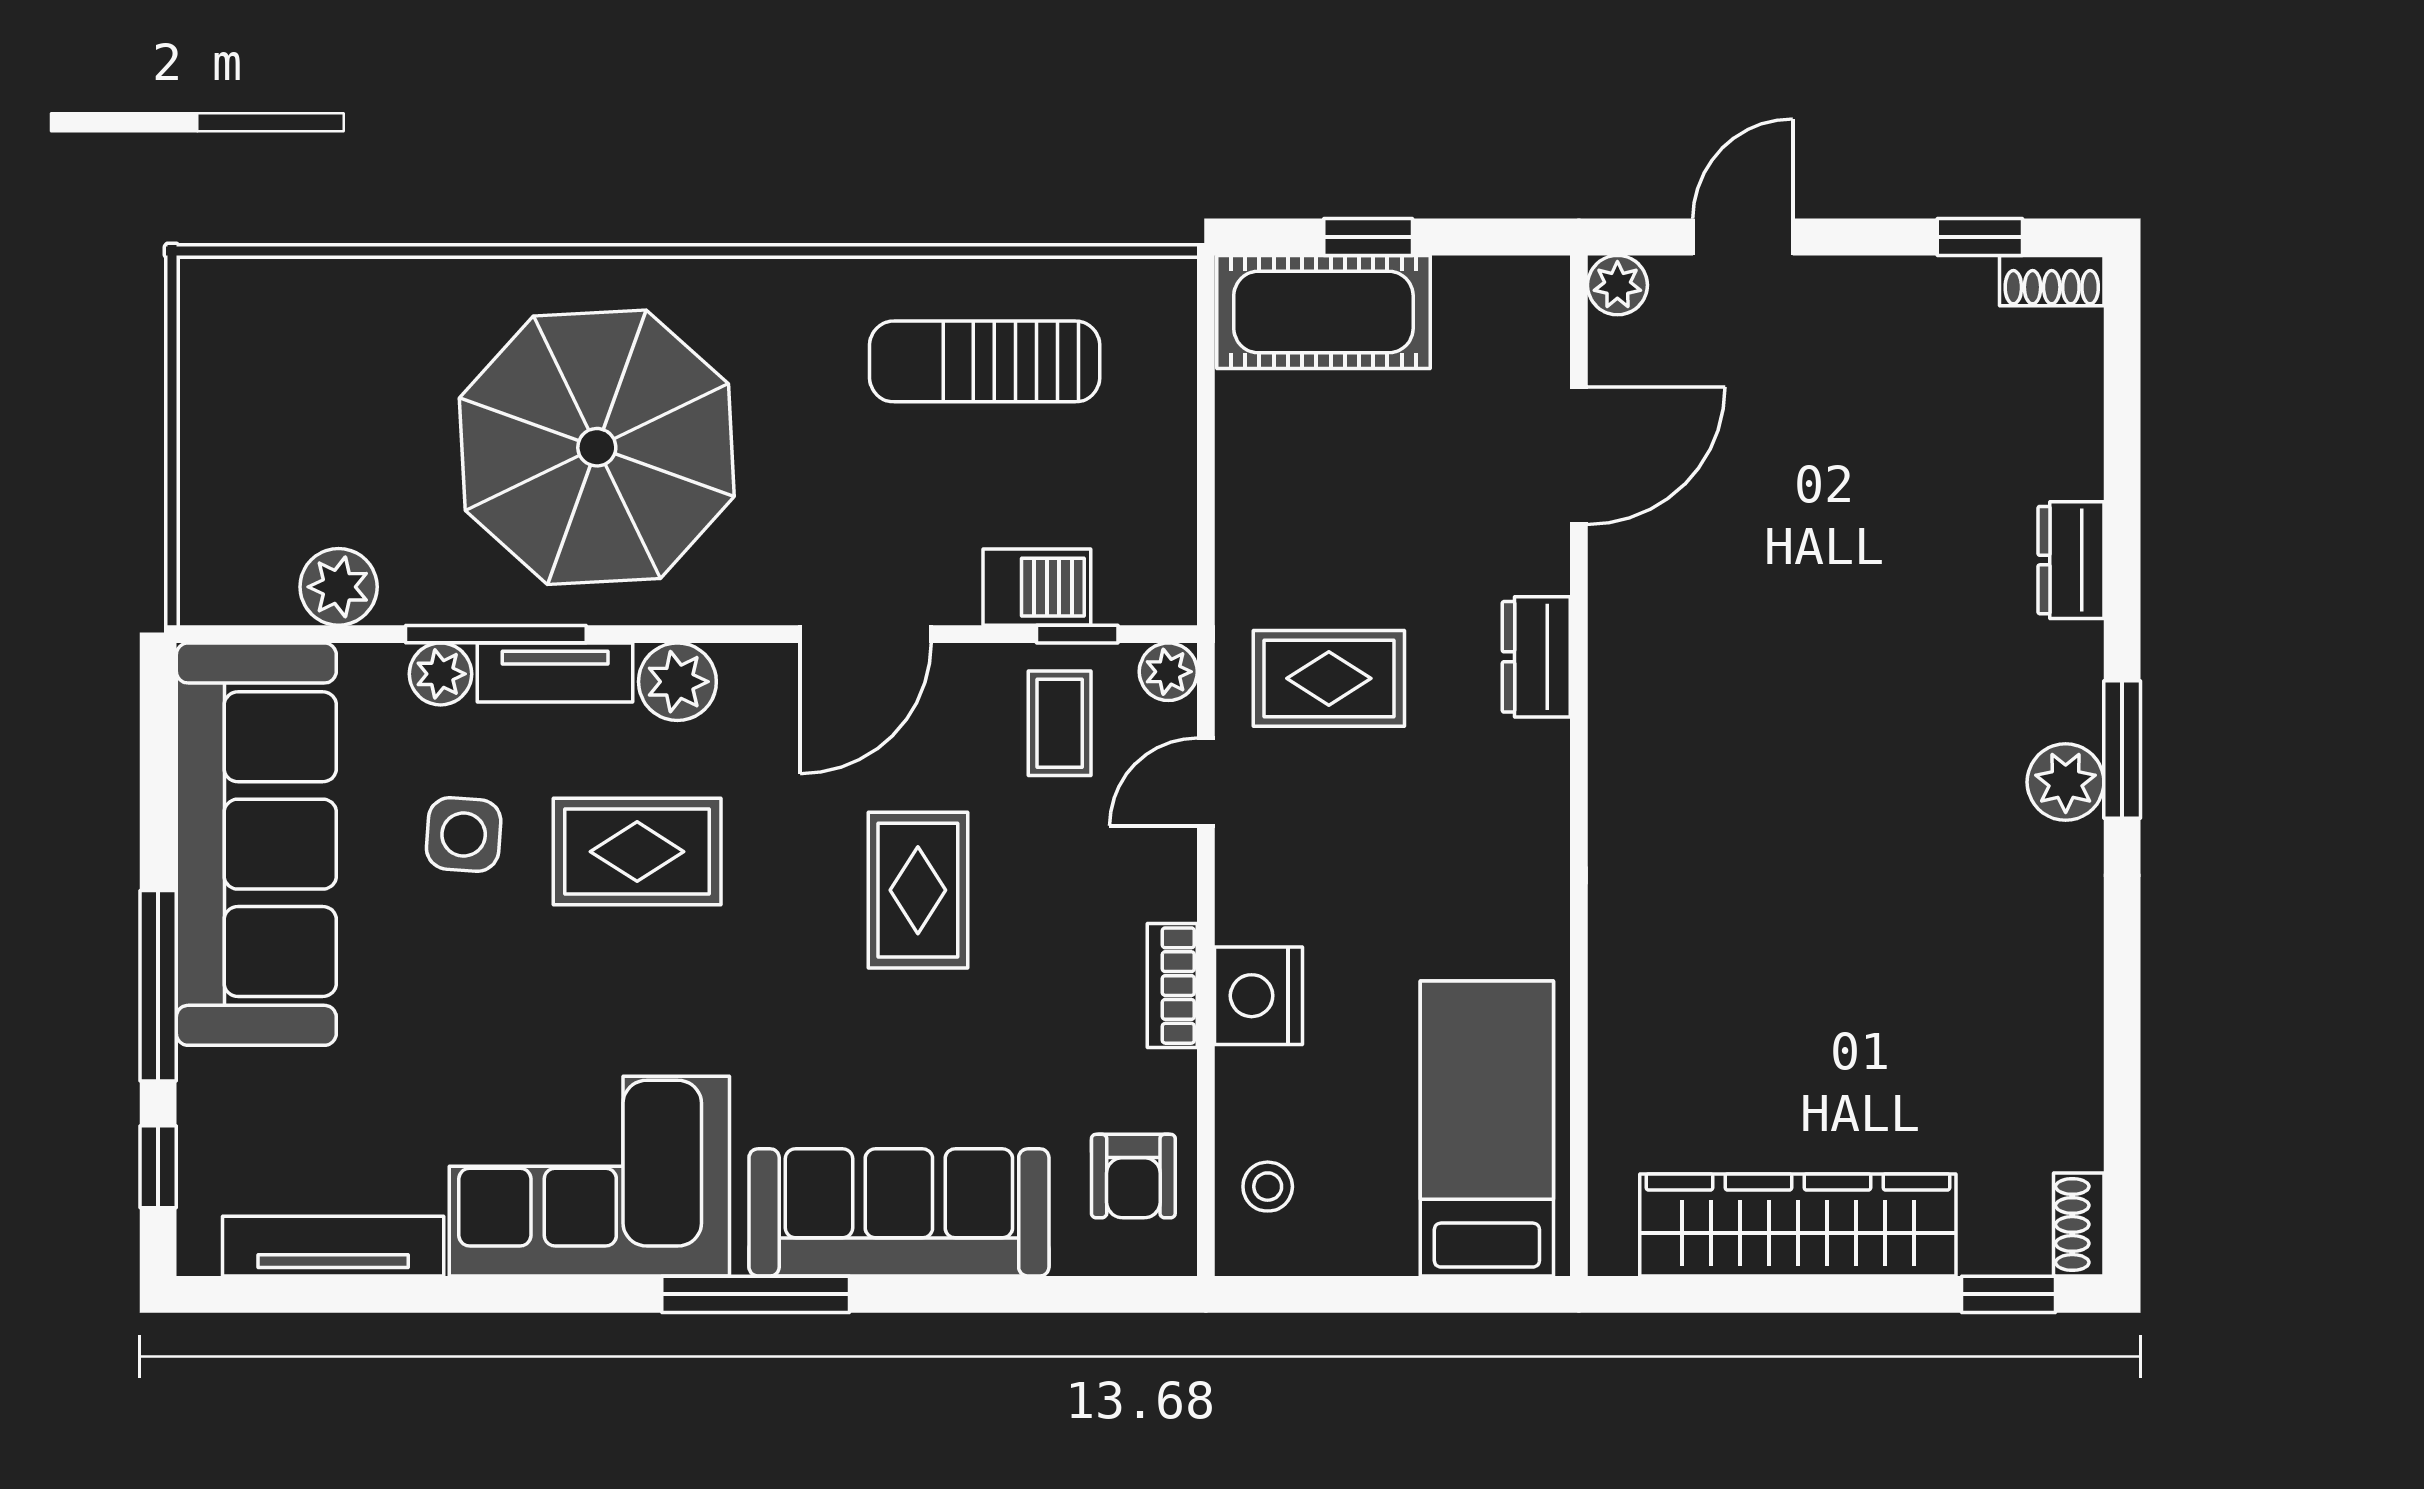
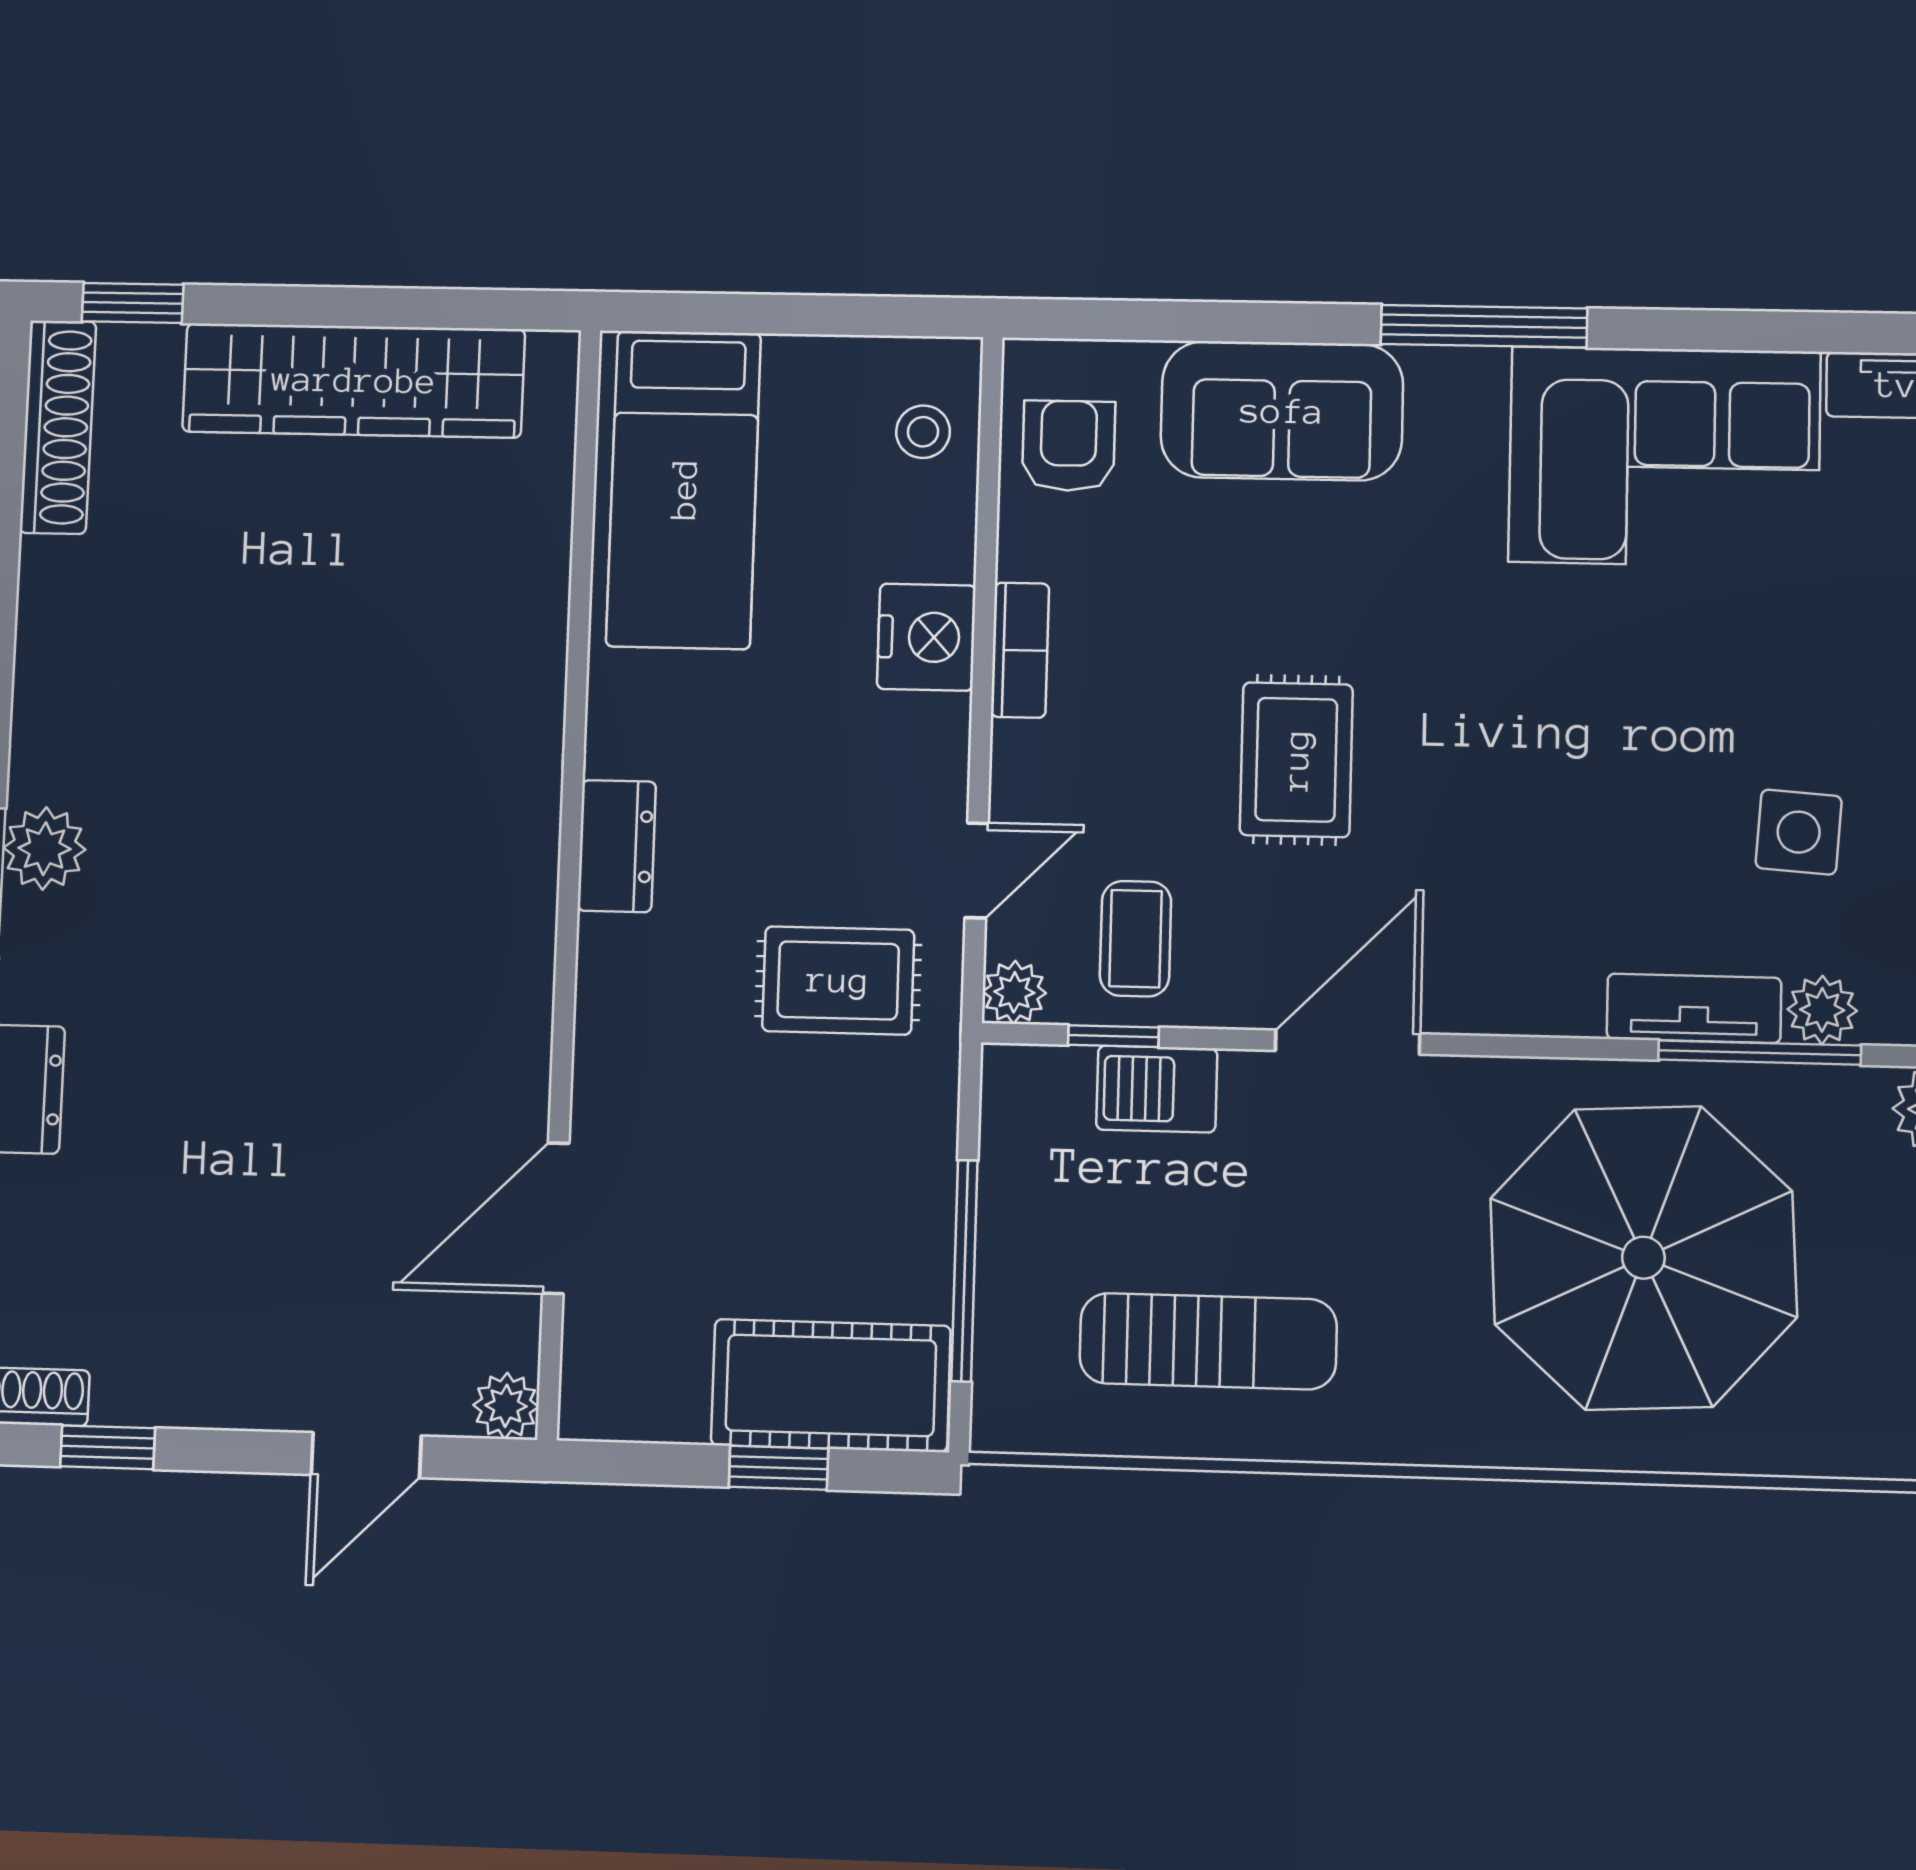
window: (1206, 419) -> (964, 1271), added
dresser: (1536, 657) -> (617, 846), moved
plant: (677, 682) -> (1558, 995), removed
rug: (637, 852) -> (1606, 809), removed
sofa: (899, 1212) -> (1282, 411), width x0.73
shoe rack: (2079, 1224) -> (58, 427), width x1.94, depth x1.24

